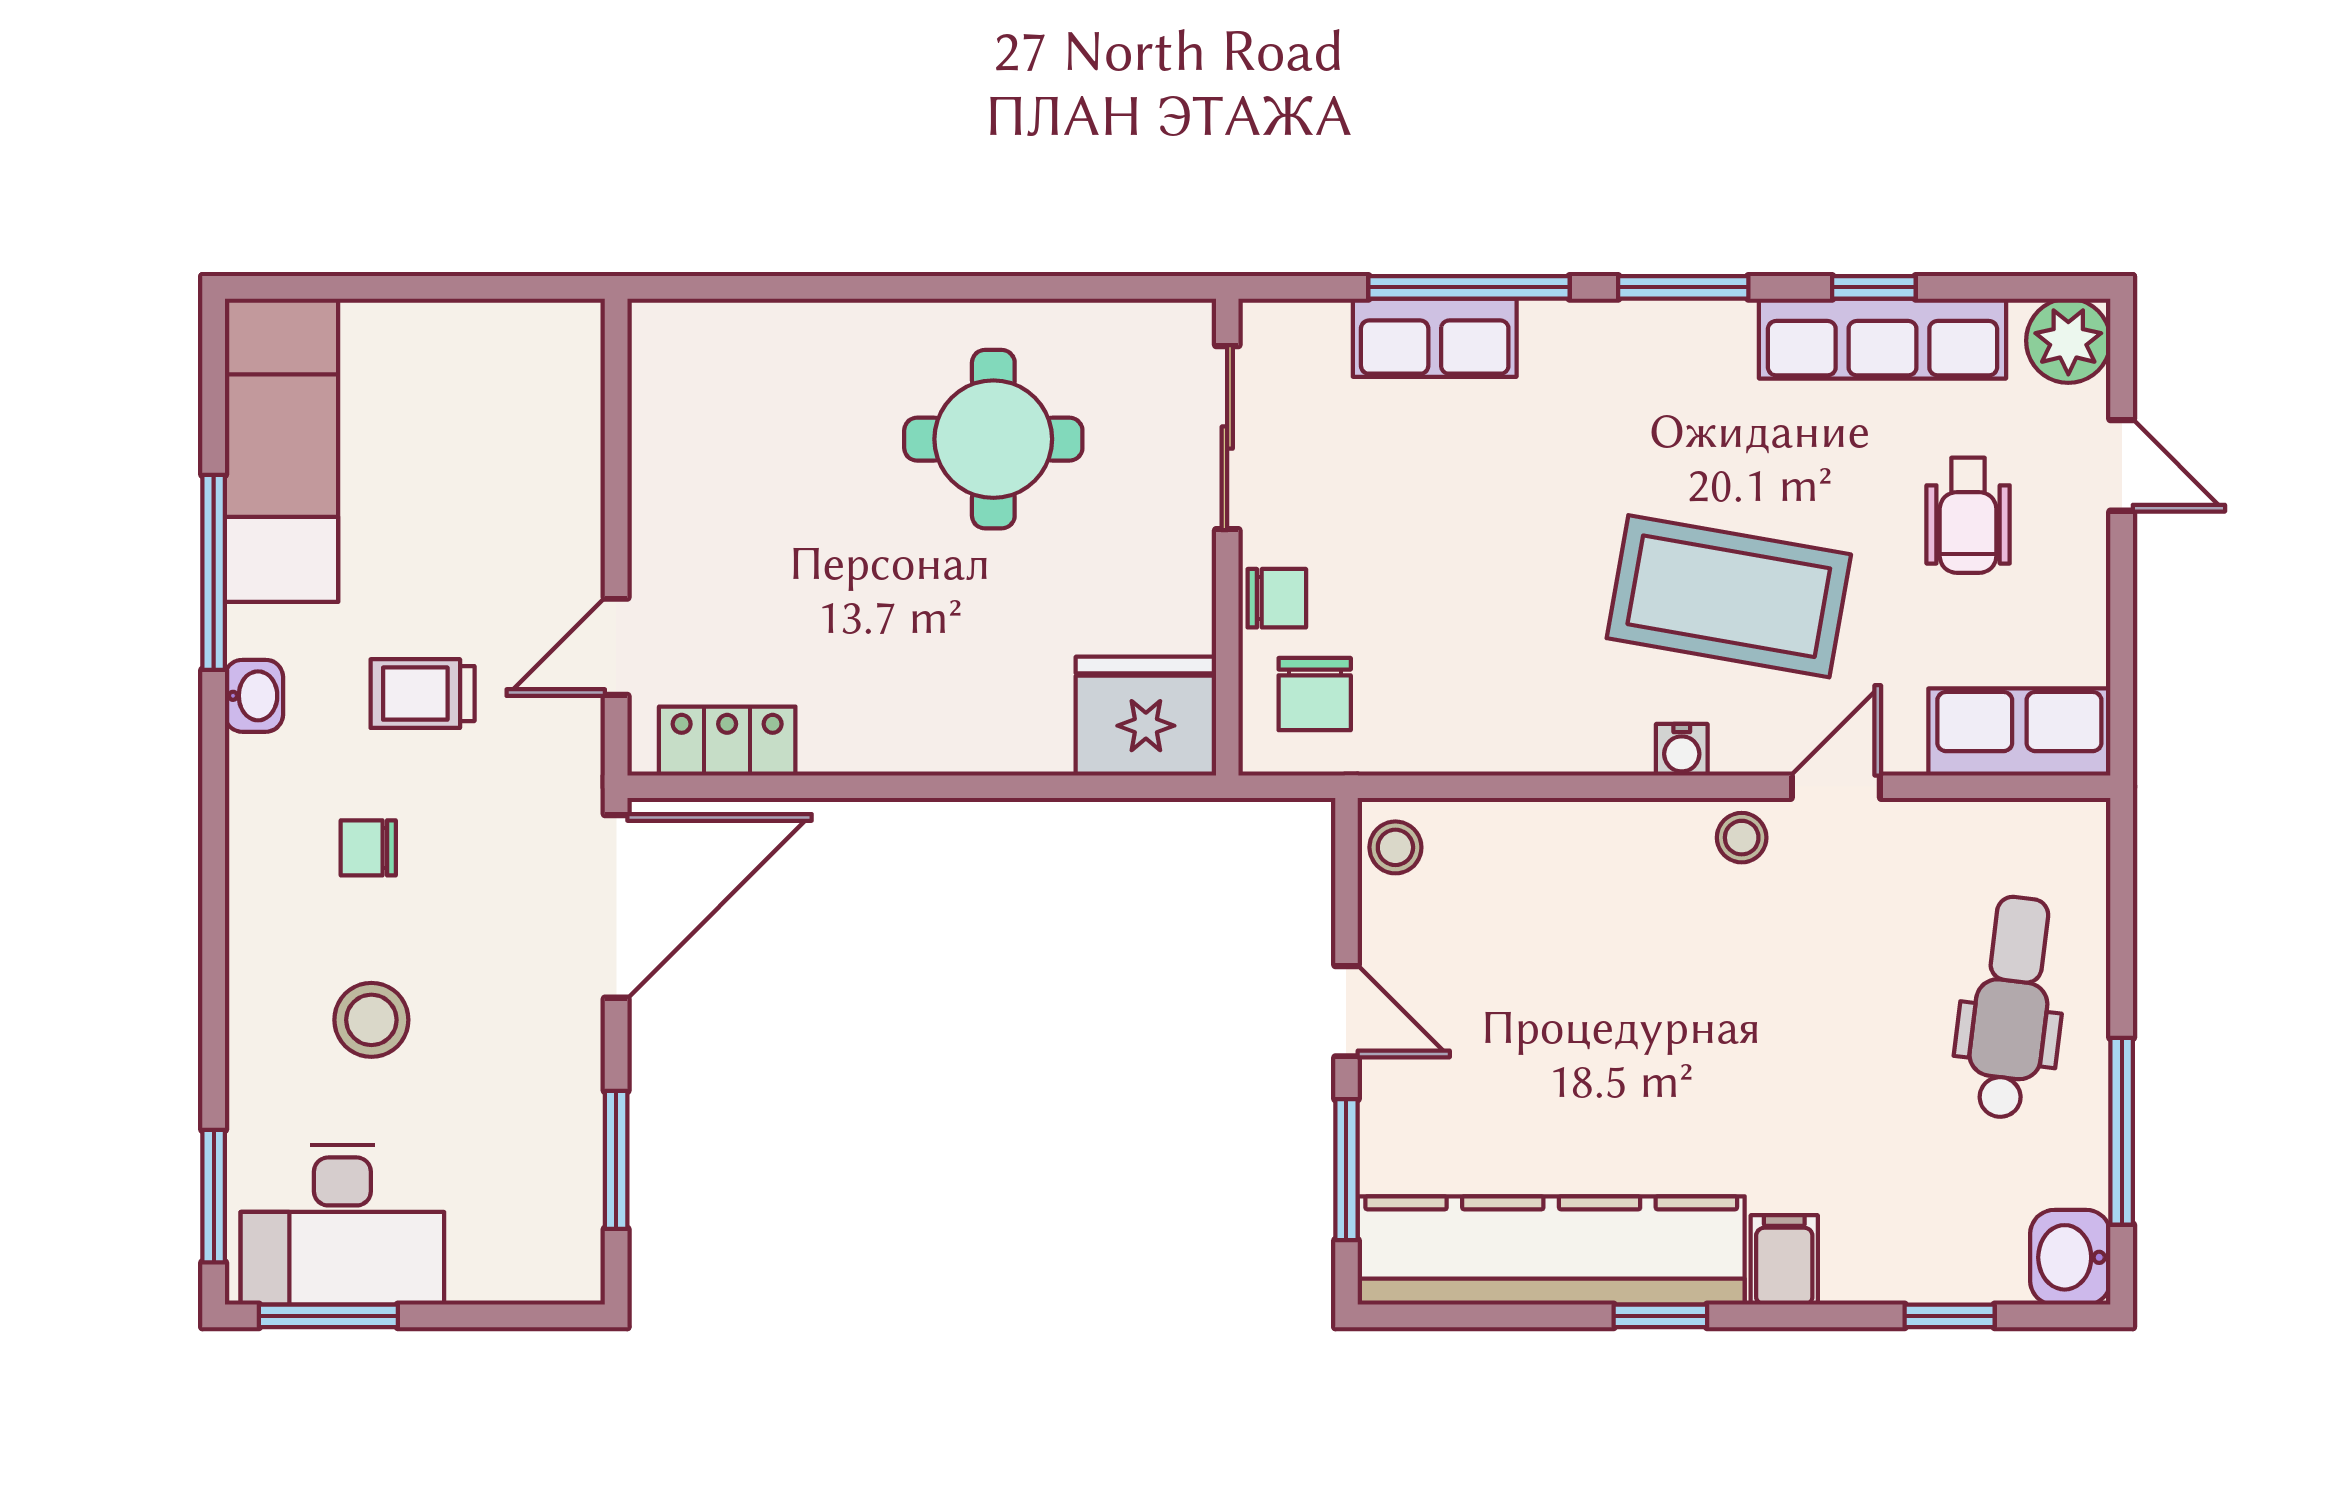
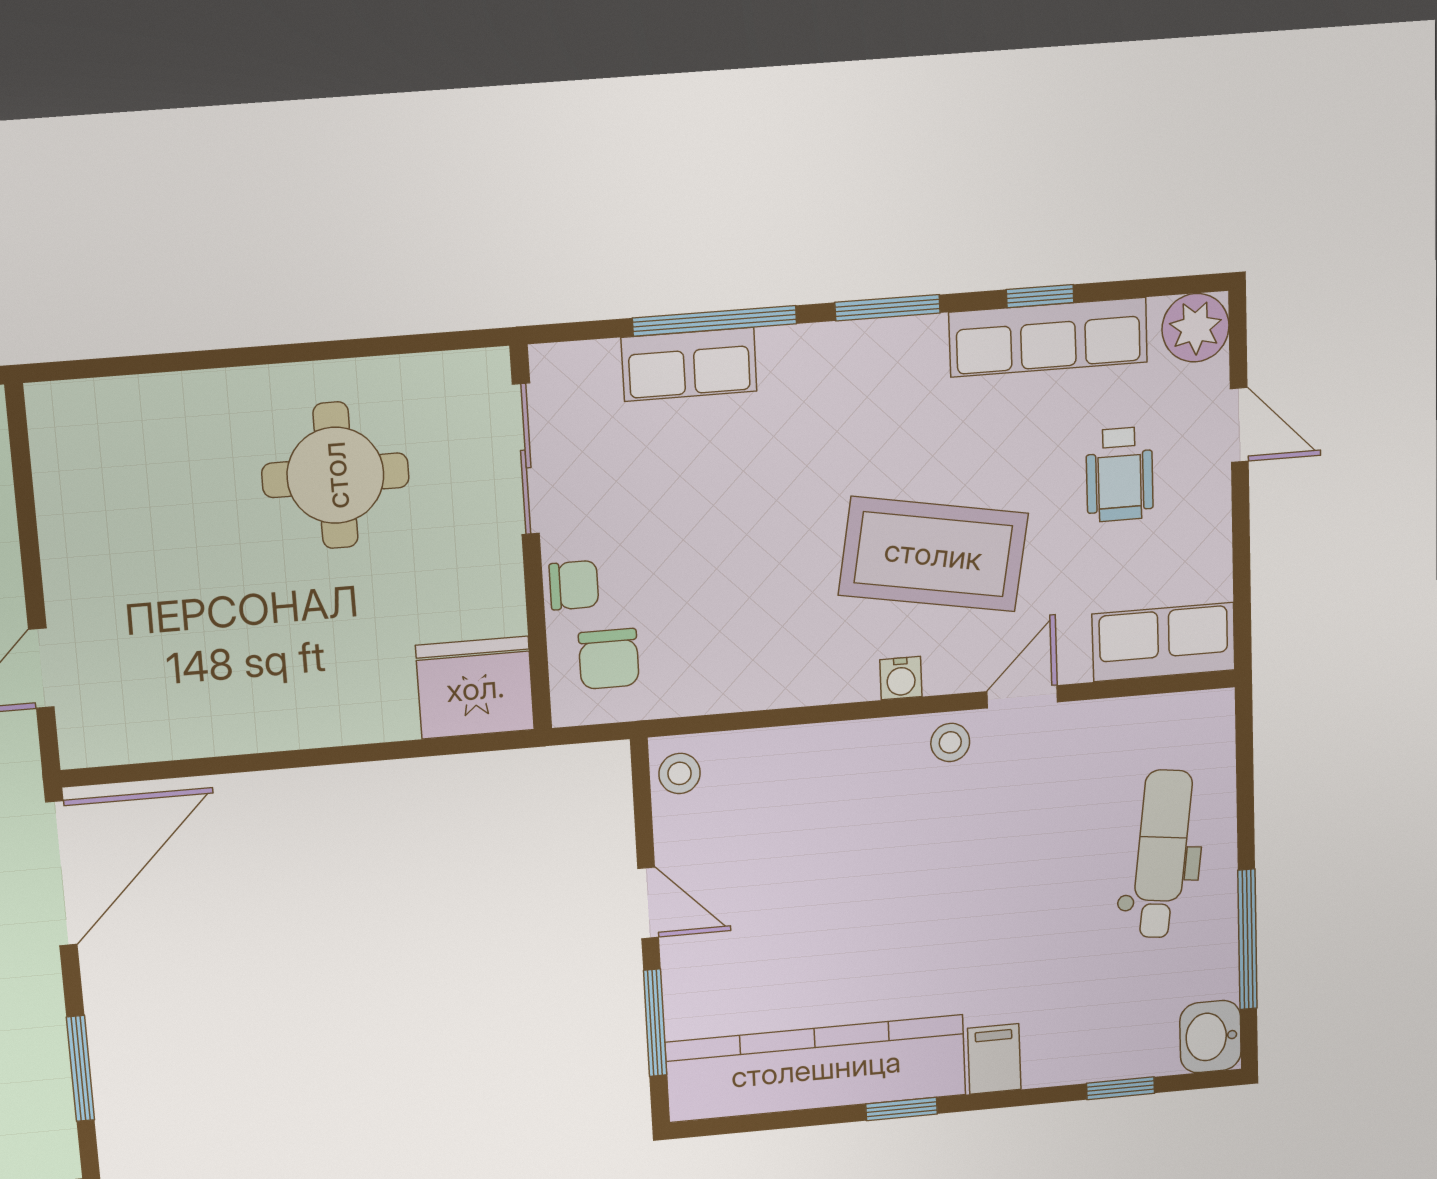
locker: (727, 741) -> (139, 736), removed

